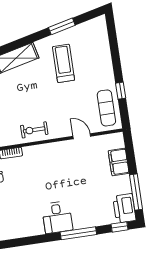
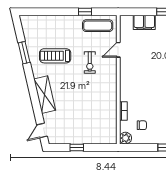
exercise bike: (34, 130) -> (90, 62), moved

